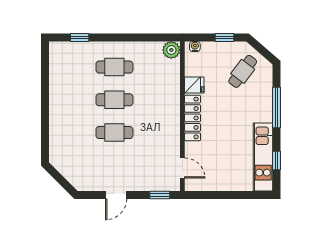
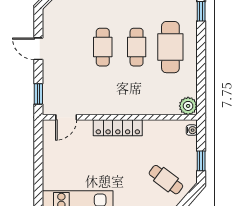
cafe table: (114, 67) -> (170, 47), width x1.37, depth x1.35
fridge: (194, 85) -> (152, 130), removed

